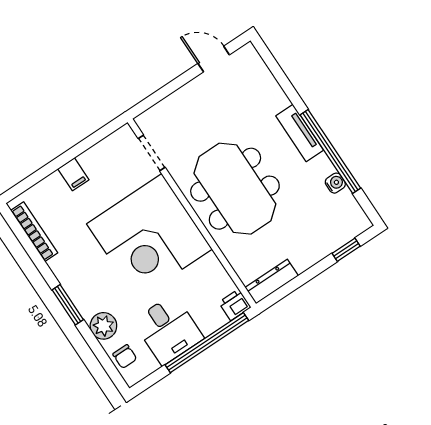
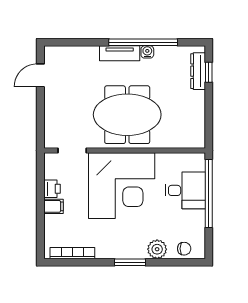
water cooler: (335, 183) -> (147, 52), moved
dresser: (272, 282) -> (198, 71), moved
printer: (235, 305) -> (52, 189), moved, turned 180
desk: (168, 330) -> (185, 190), moved

